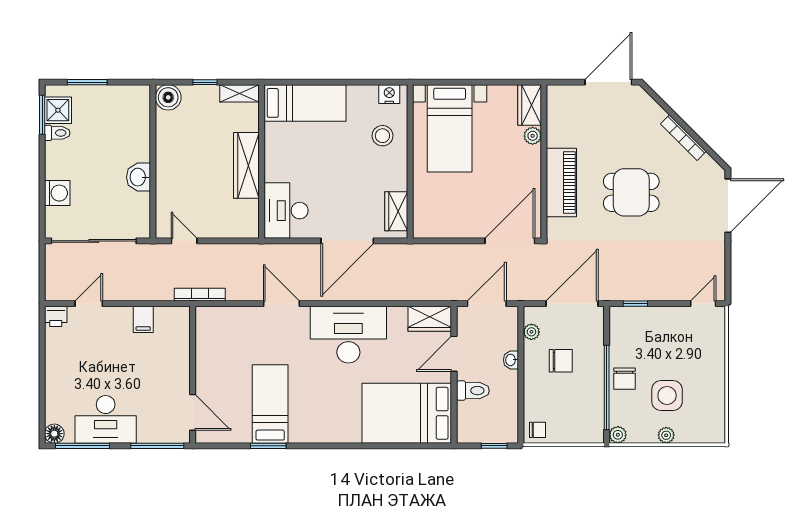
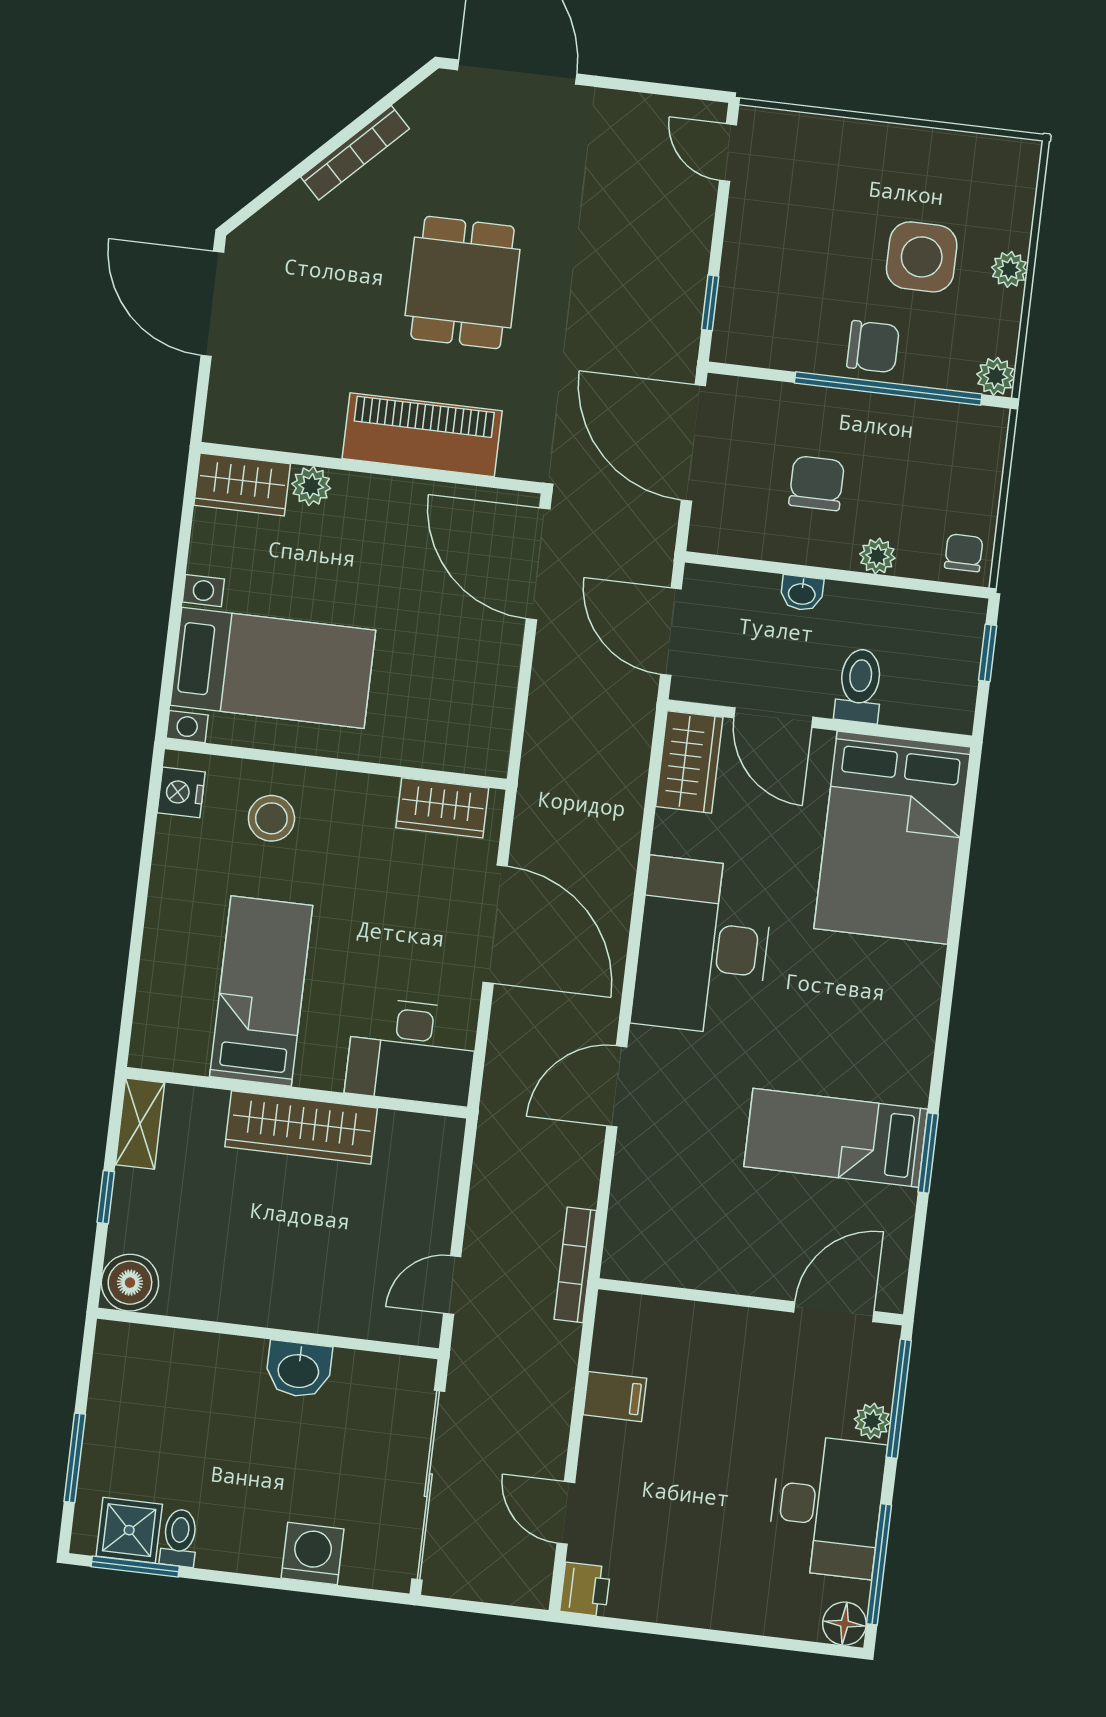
bed: (305, 103) -> (261, 991), moved
plant: (531, 332) -> (877, 556), moved
plant: (146, 435) -> (872, 1421), added

